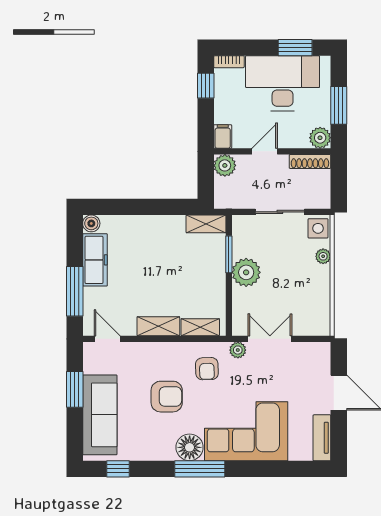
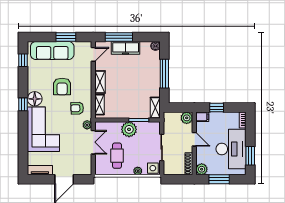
window: (206, 86) -> (217, 108), moved
window: (143, 207) -> (164, 74), added
freezer: (95, 260) -> (126, 48), moved
cafe table: (295, 295) -> (117, 156), added
window: (200, 469) -> (23, 104), width x0.46

